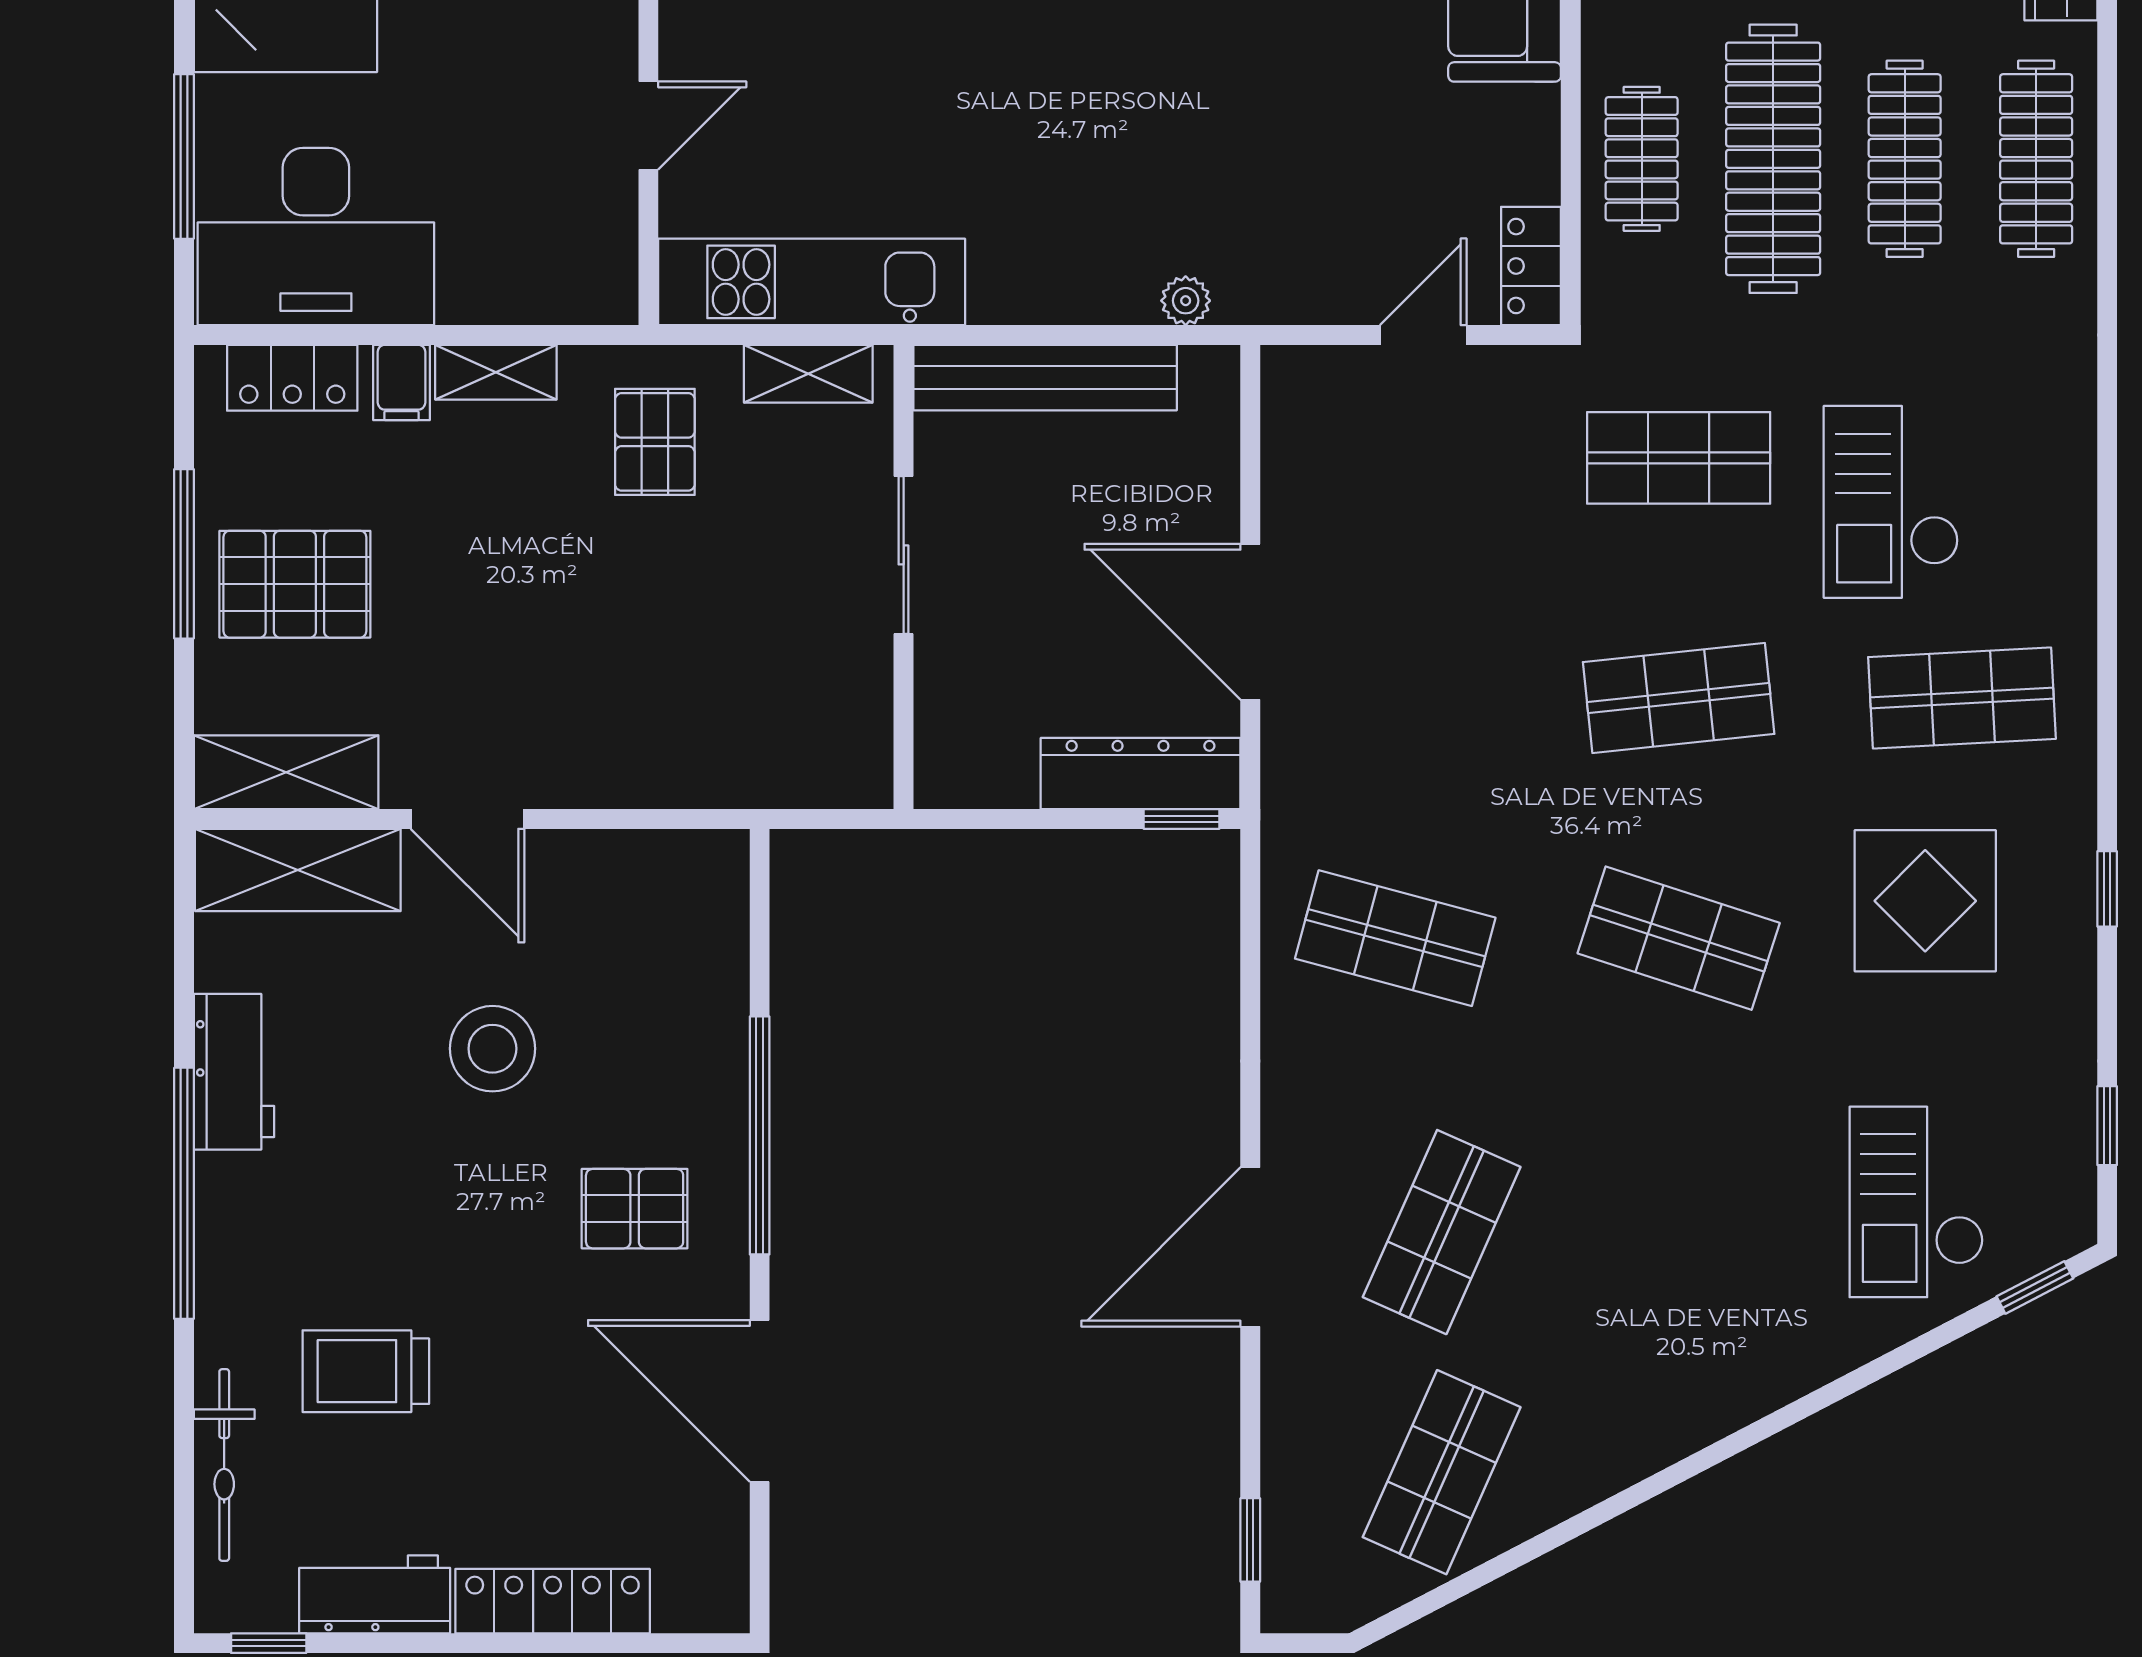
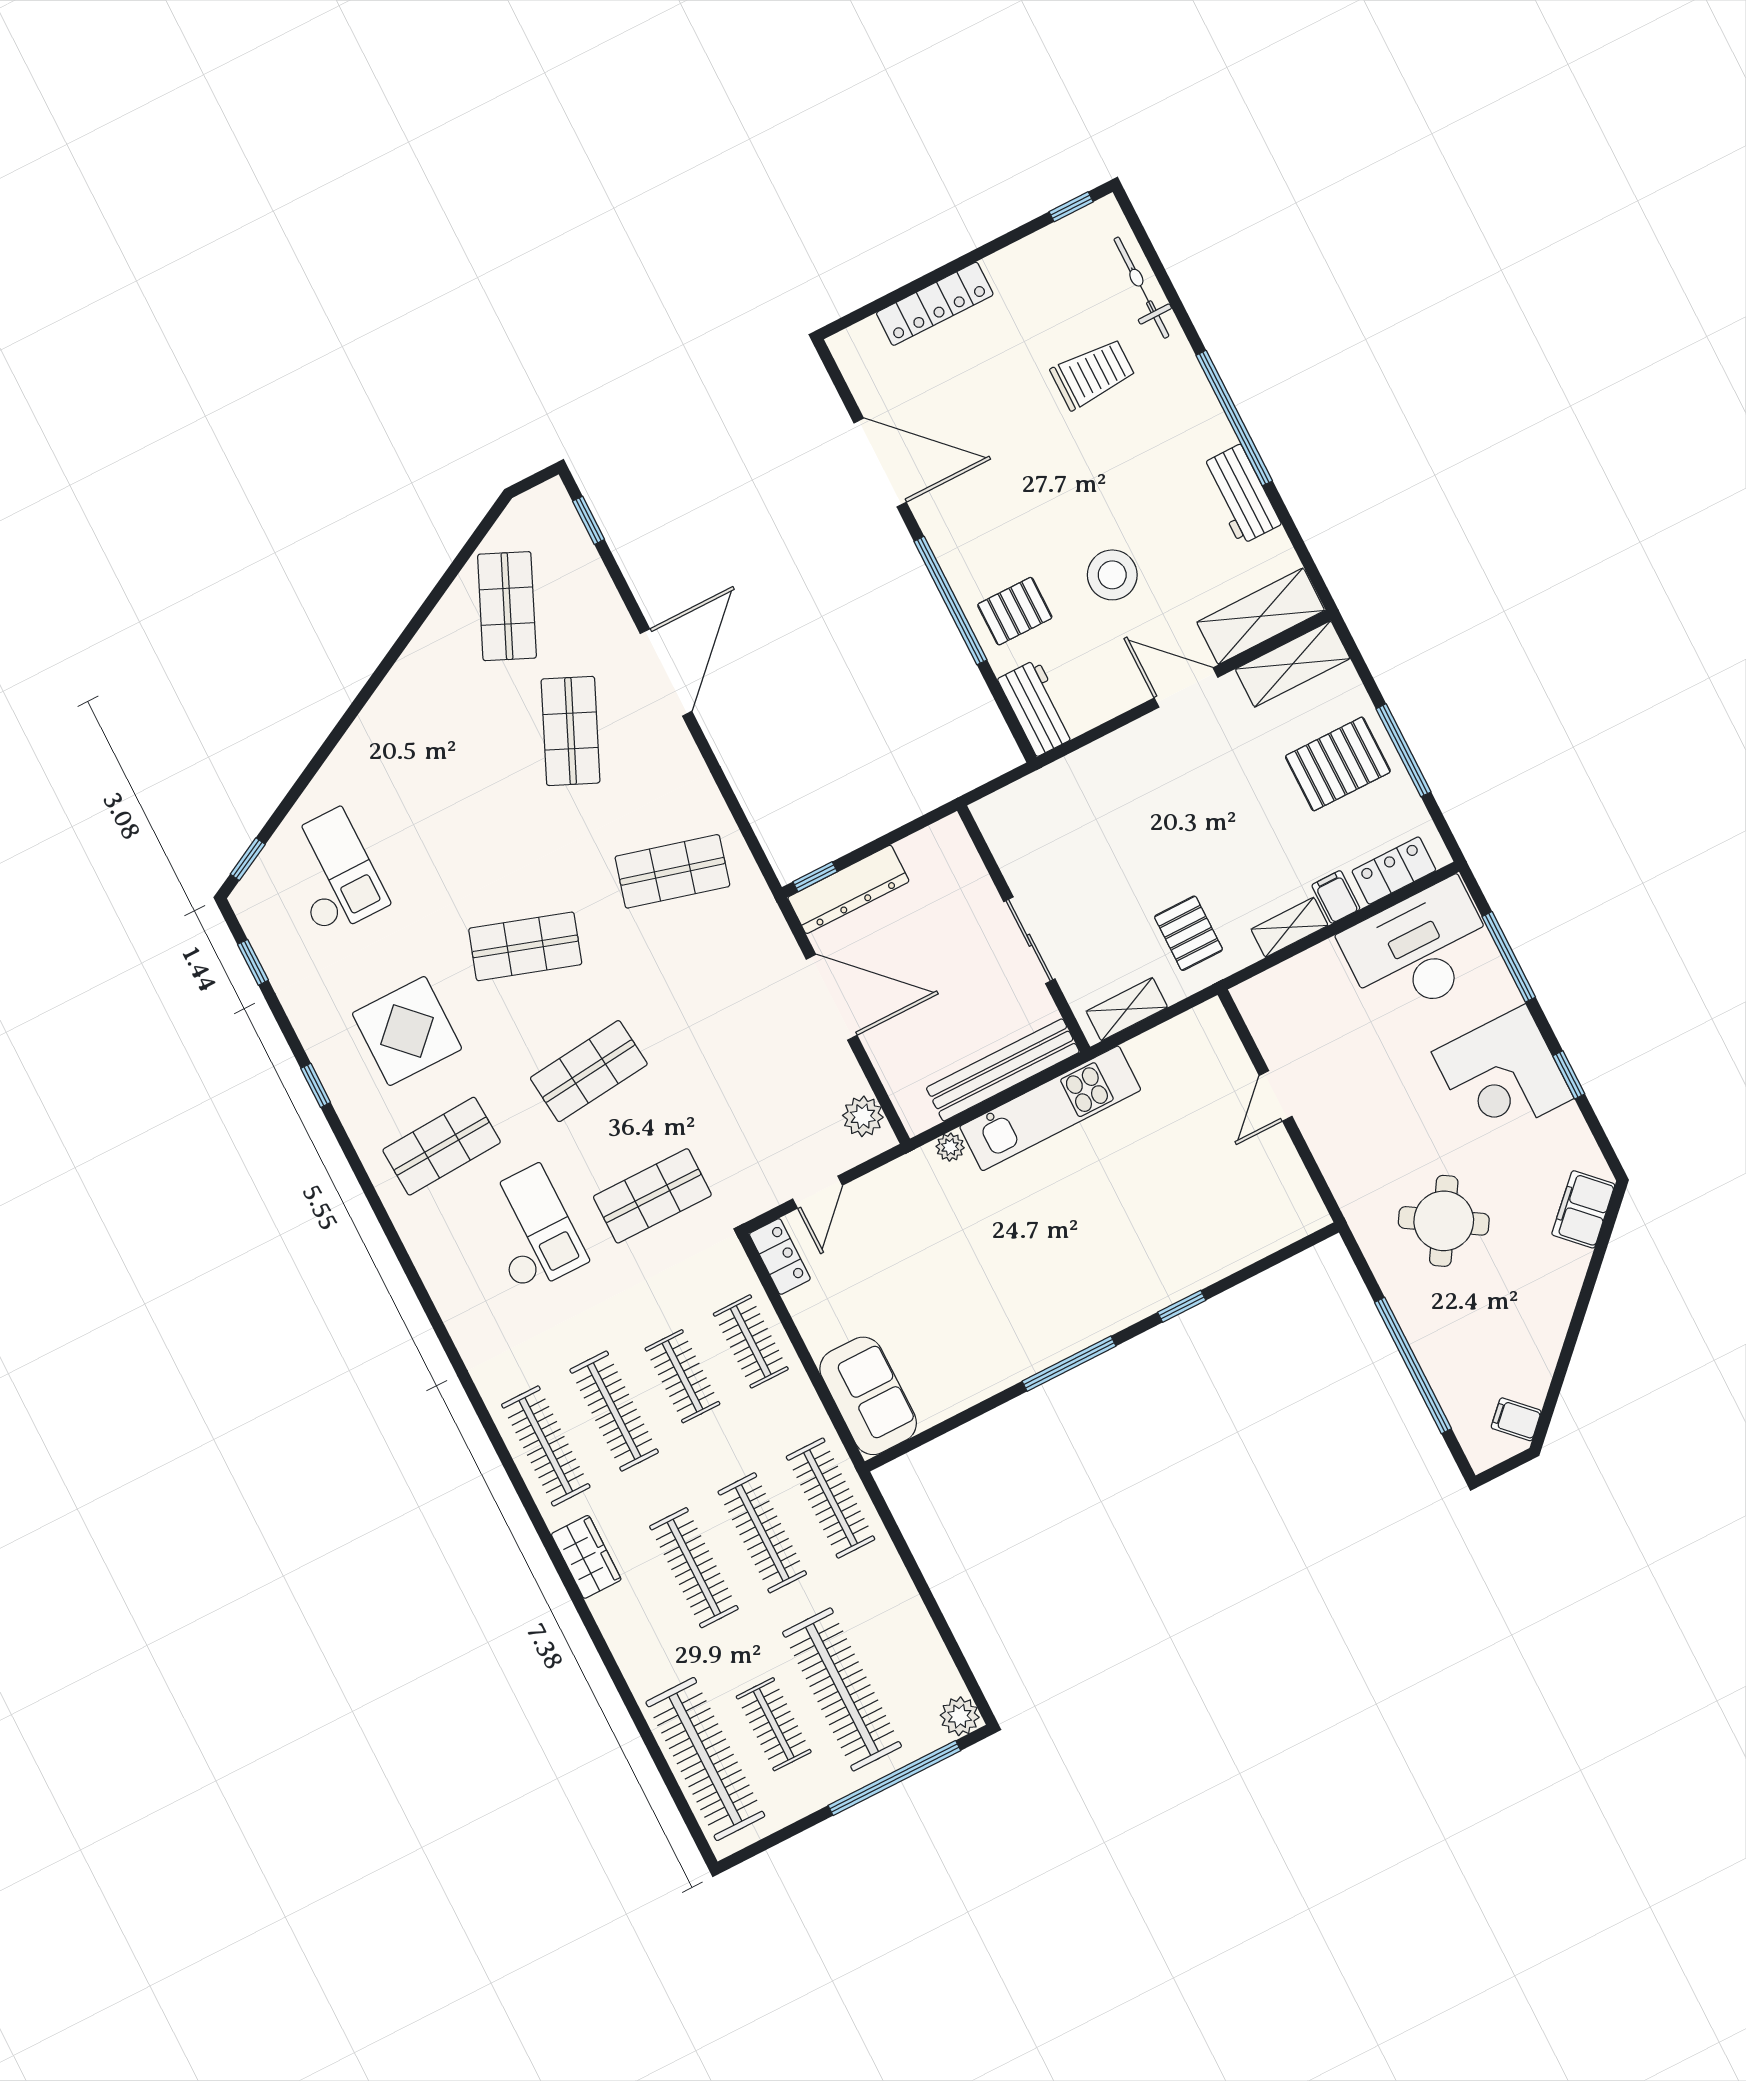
clothes rail: (1773, 159) -> (682, 1376), width x0.54, depth x0.76
kitchen unit: (812, 282) -> (1050, 1108), moved
plant: (1295, 415) -> (863, 1116), added
pallet: (635, 1209) -> (1015, 611), moved
workbench: (375, 1594) -> (1037, 708), moved, turned -90

